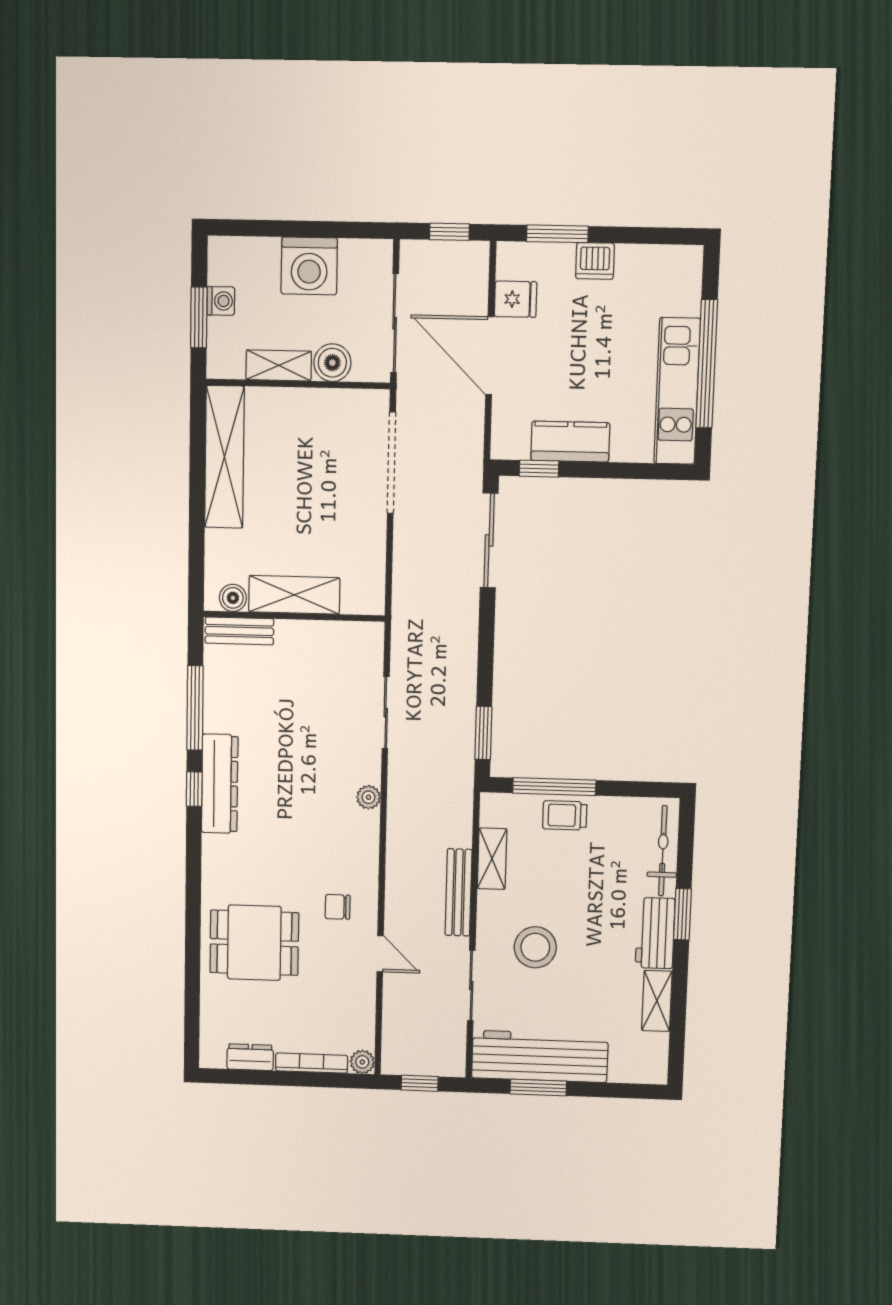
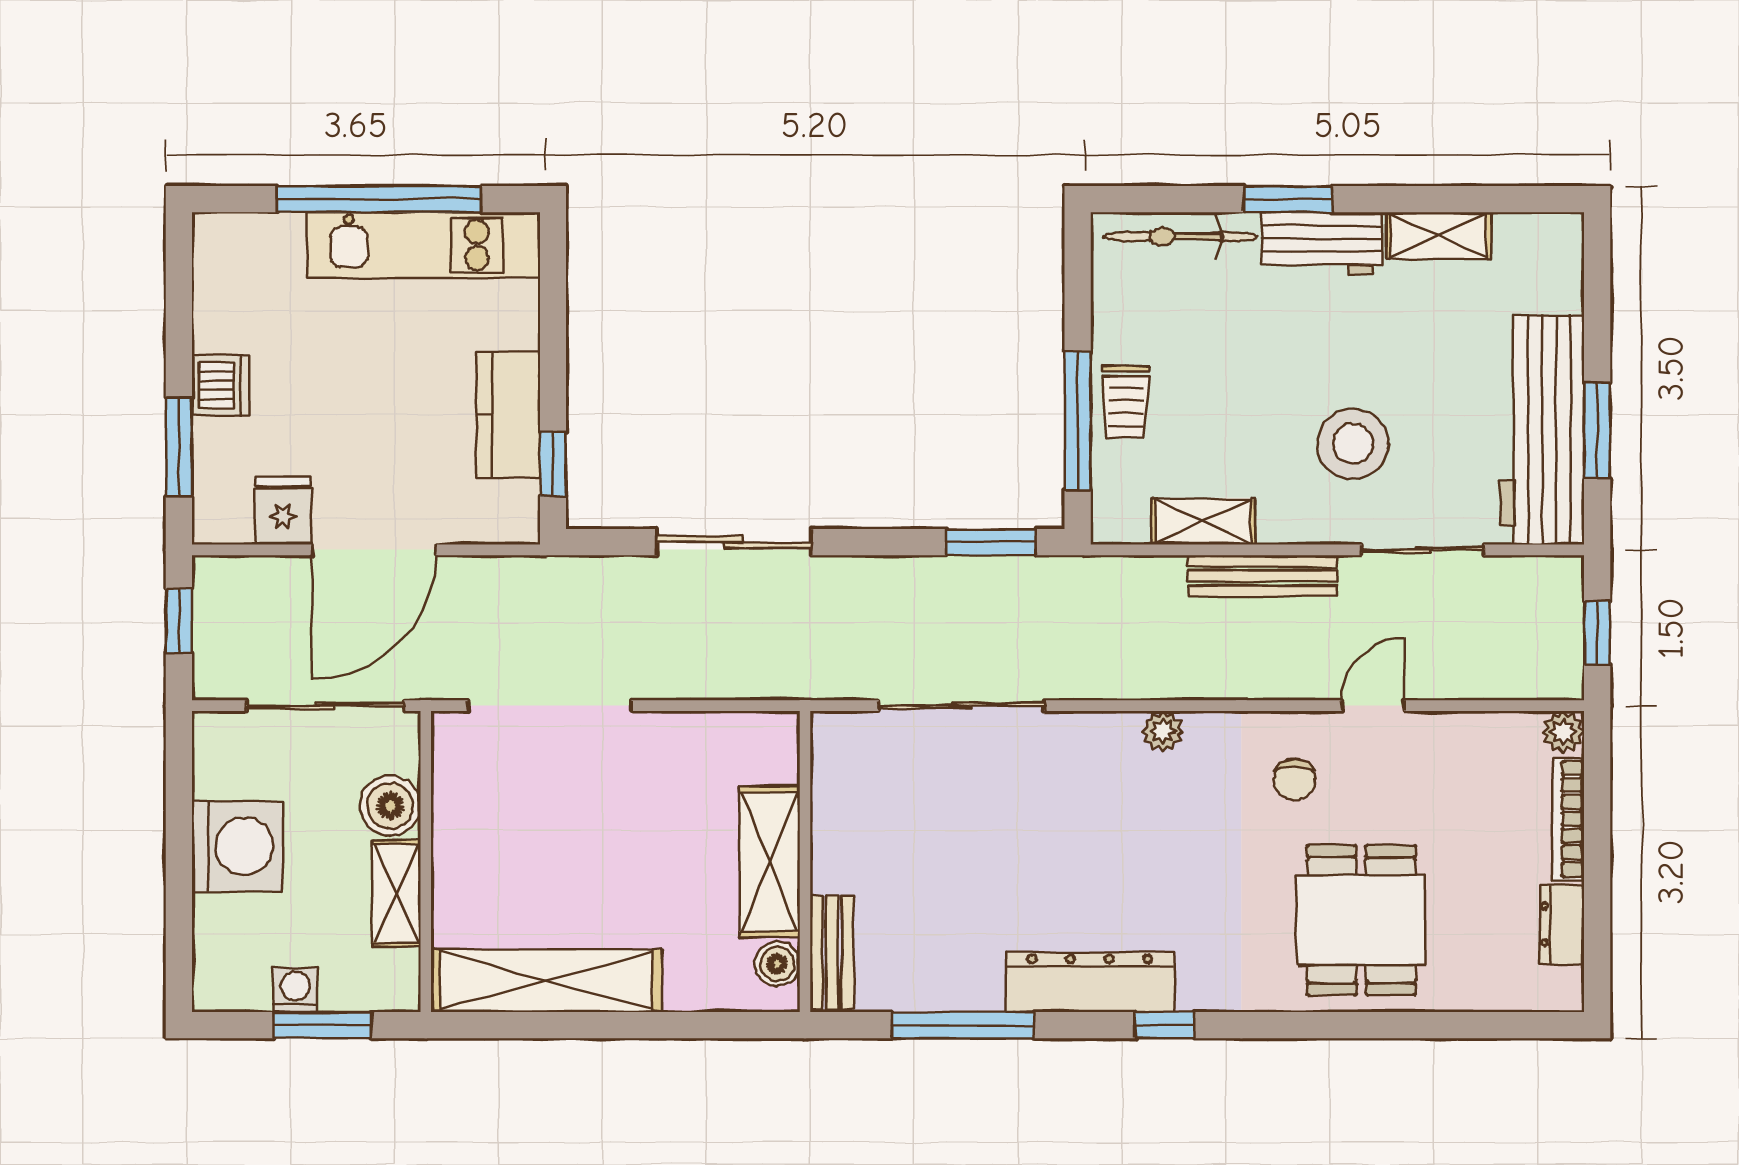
sliding door: (489, 541) -> (734, 542), moved
sliding door: (386, 713) -> (961, 706), width x1.37
window: (194, 789) -> (1165, 1025), moved
plant: (369, 797) -> (1163, 731), moved

